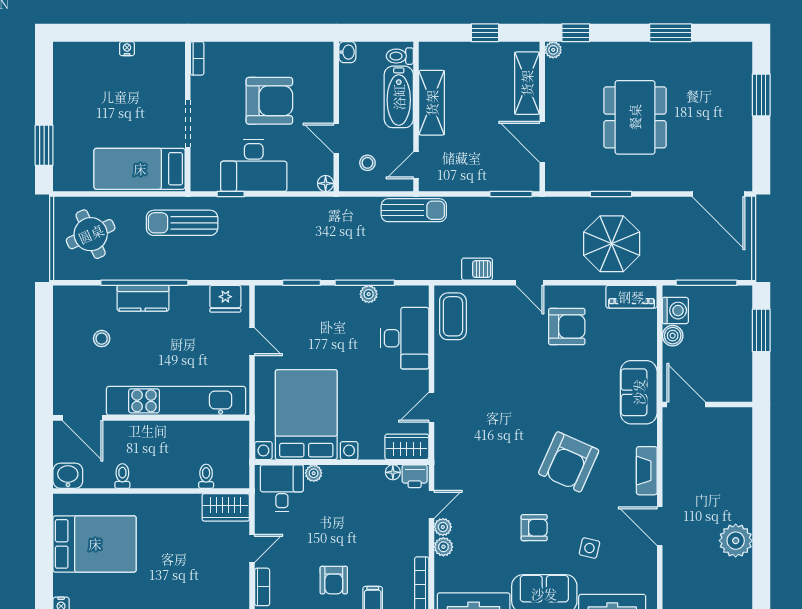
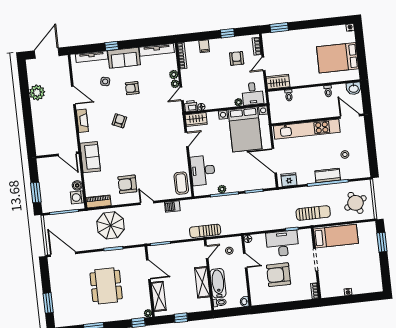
door: (252, 342) -> (274, 161), width x1.88
armchair: (569, 462) -> (119, 121), width x0.53, depth x0.53
armchair: (334, 580) -> (237, 58), moved

